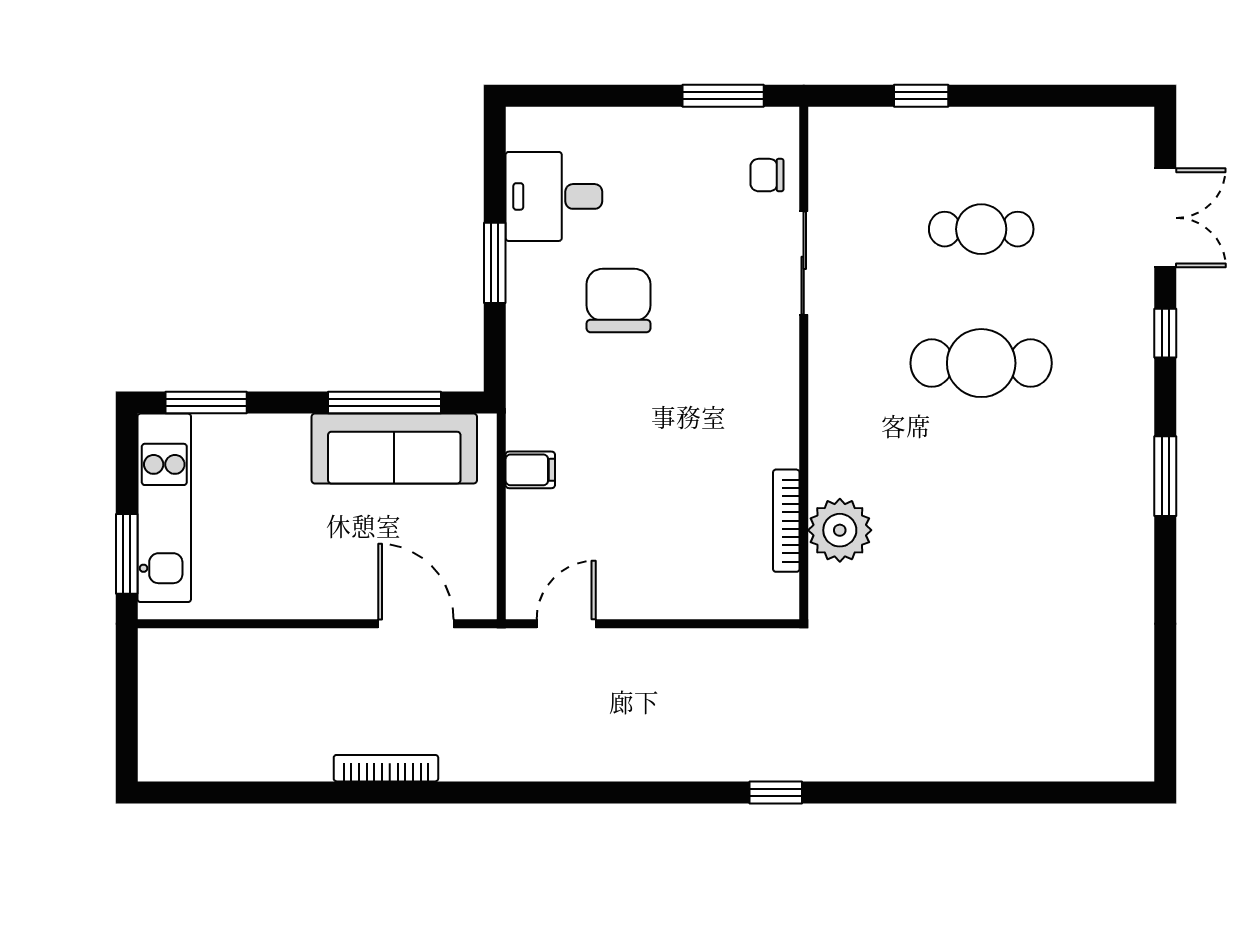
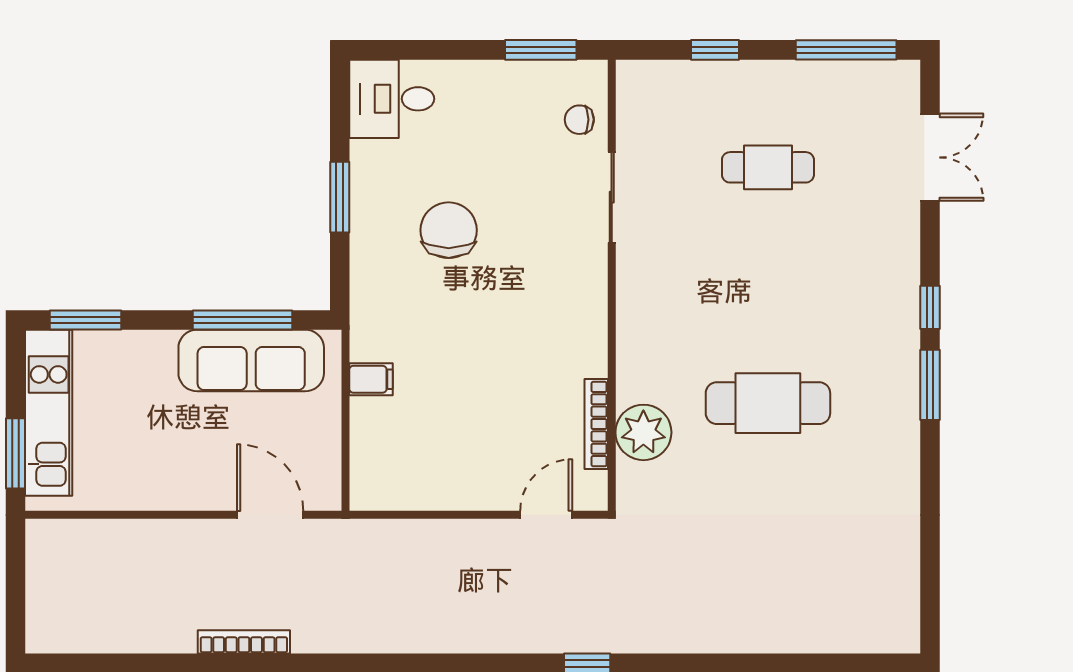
window: (1070, 96) -> (846, 50), added
desk: (554, 196) -> (392, 99), moved
window: (1165, 333) -> (930, 307), moved
cafe table: (981, 363) -> (768, 403), moved
door: (566, 624) -> (546, 515), moved

